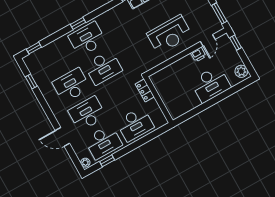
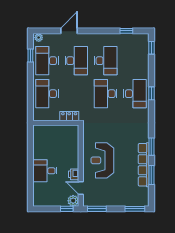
plant: (241, 71) -> (73, 201), moved
desk: (211, 84) -> (45, 171), width x0.73

